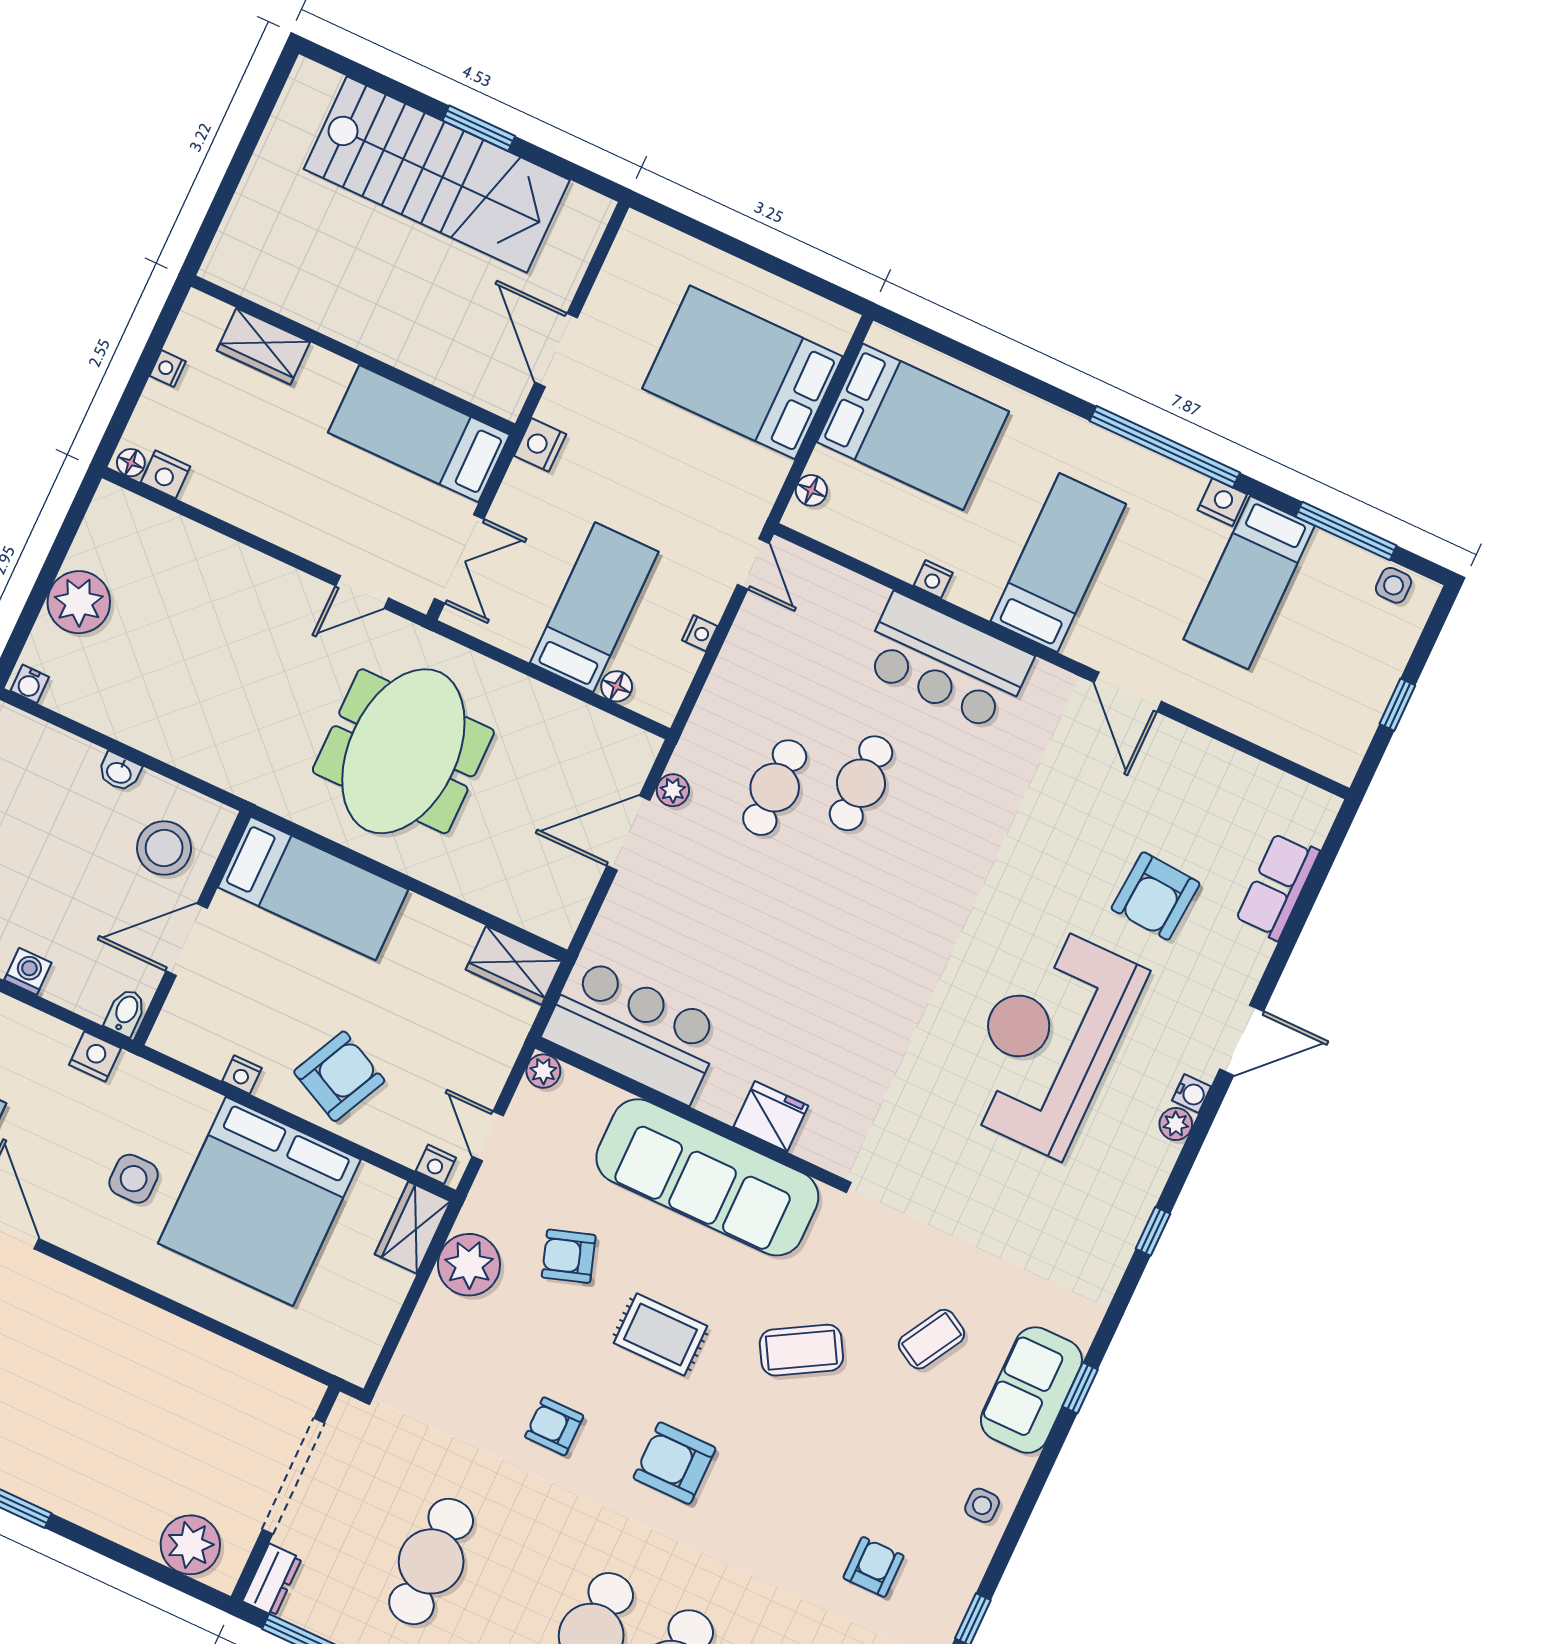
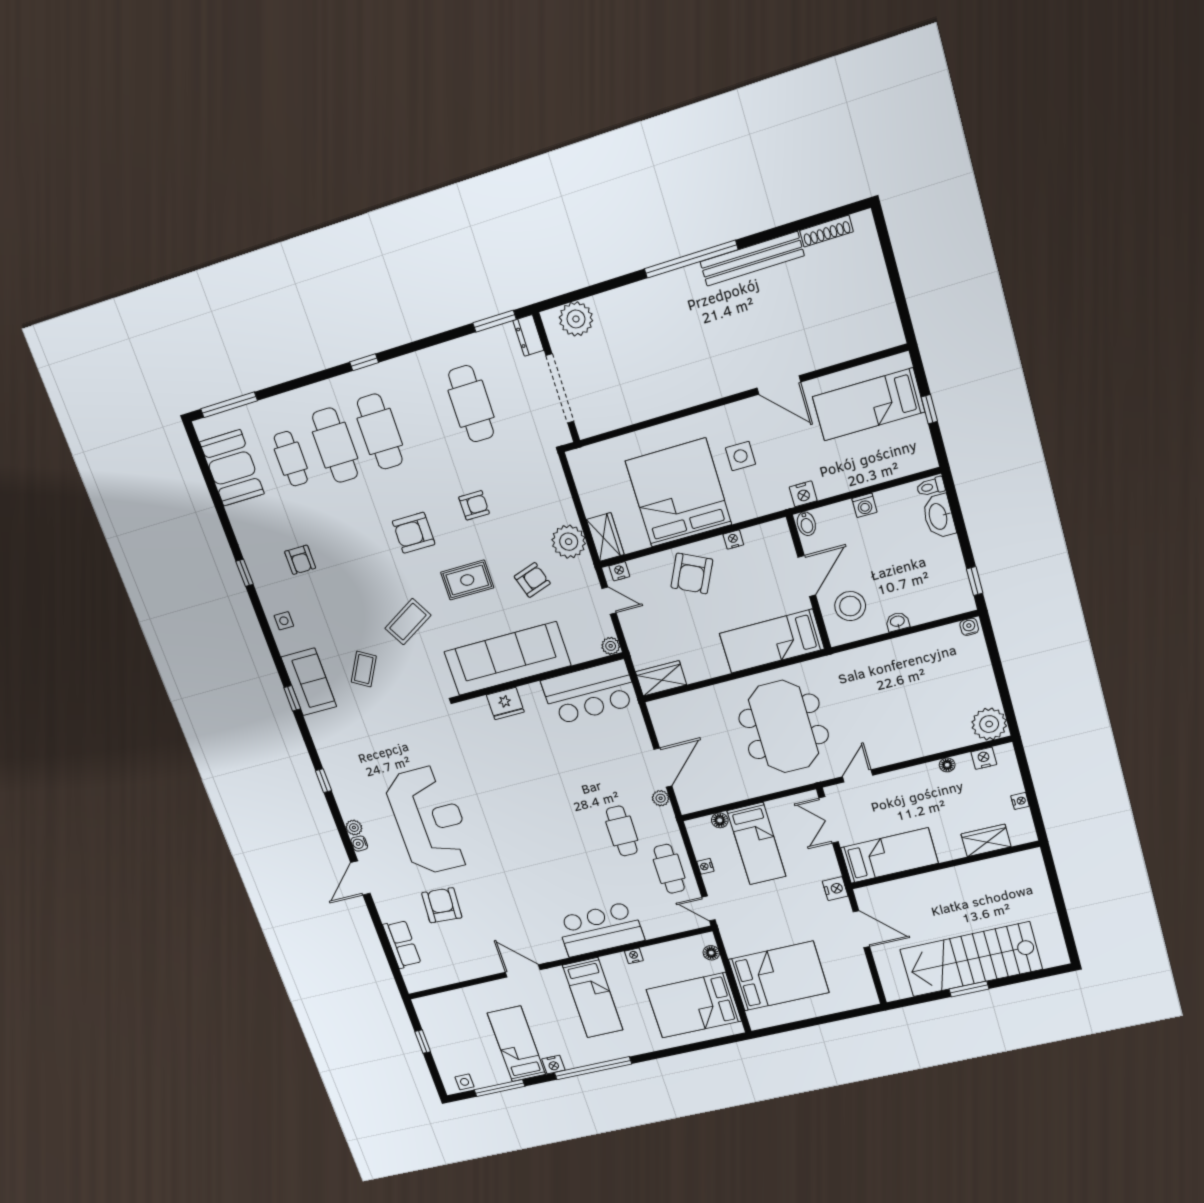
floor lamp: (131, 463) -> (947, 765), moved
plant: (79, 602) -> (989, 724), moved
cafe table: (861, 783) -> (669, 869), moved
armchair: (675, 1463) -> (414, 533), turned 180

